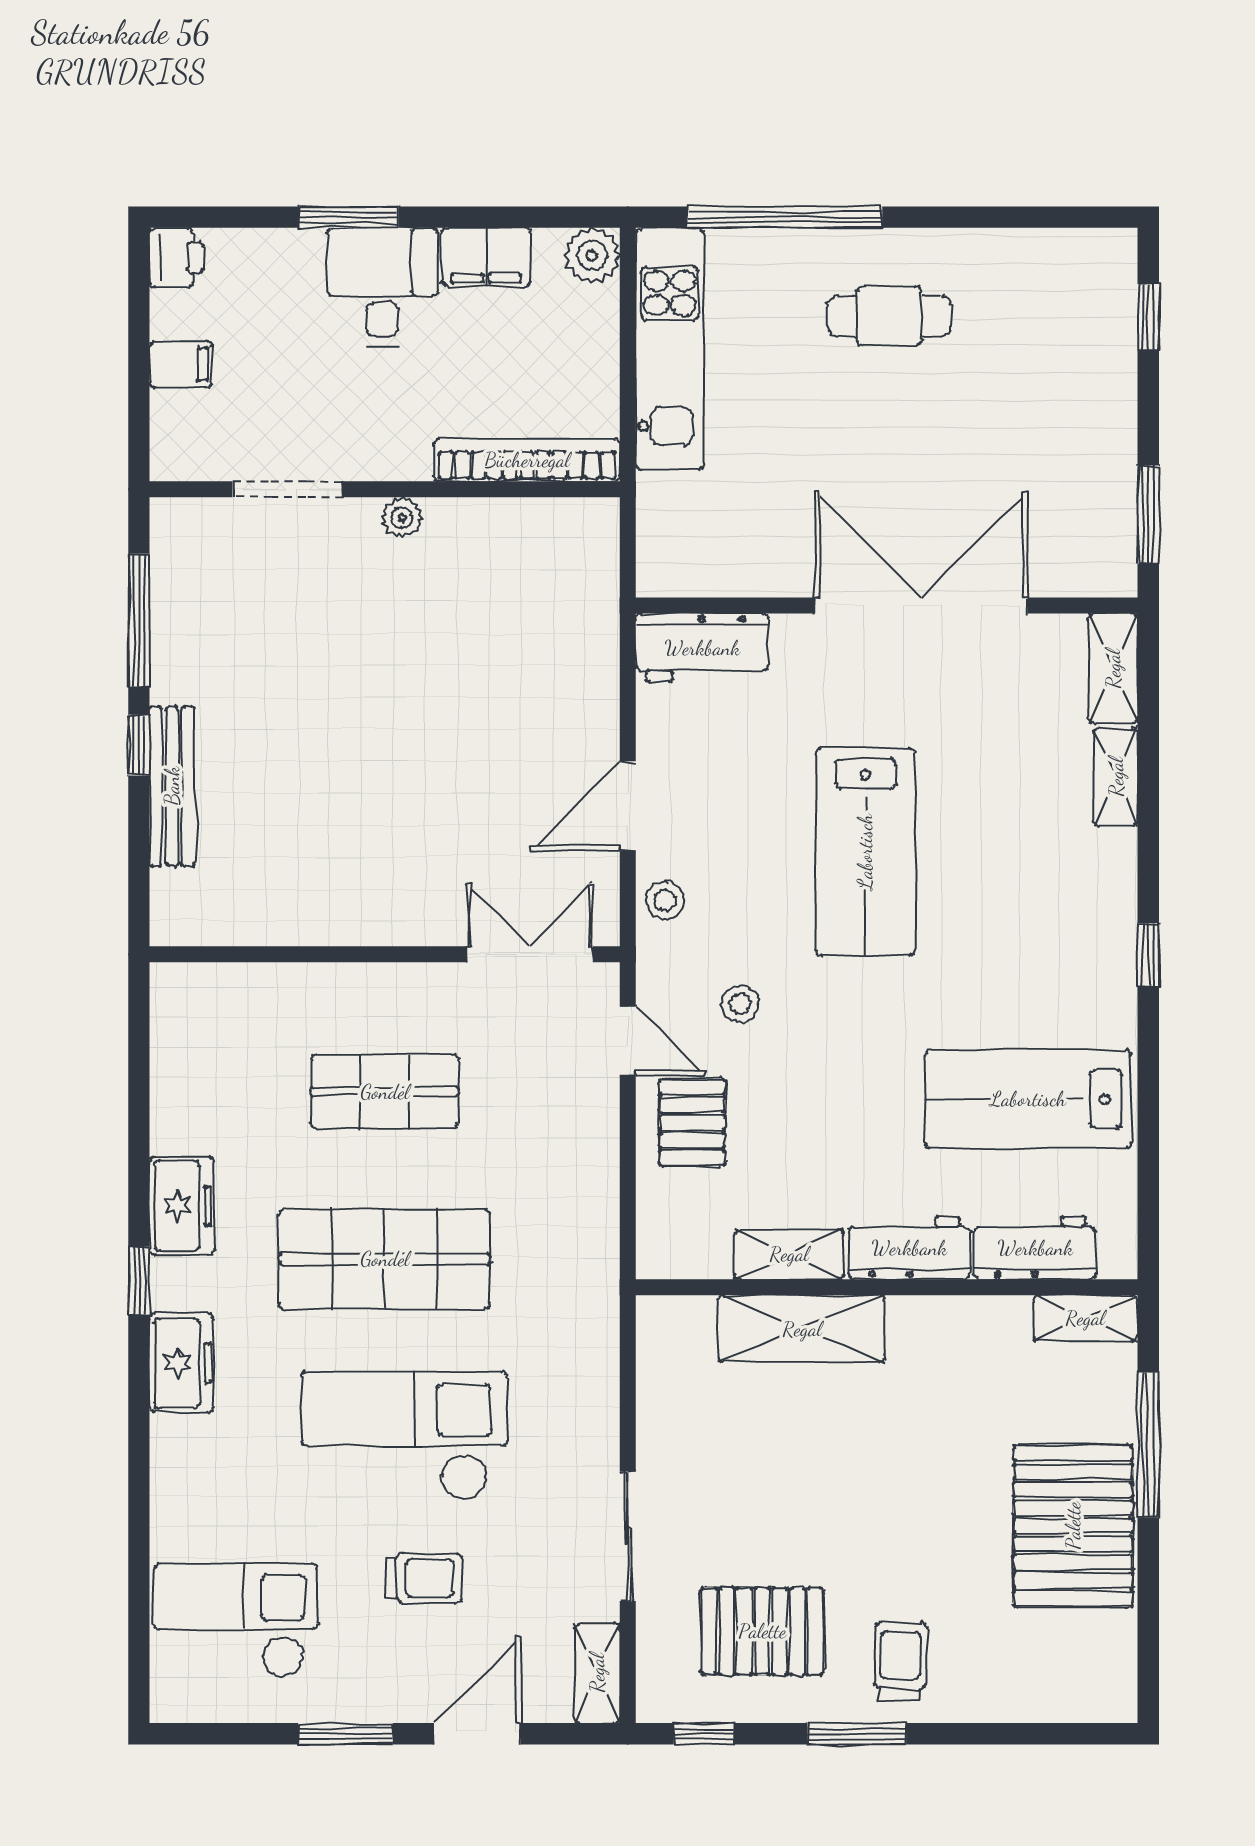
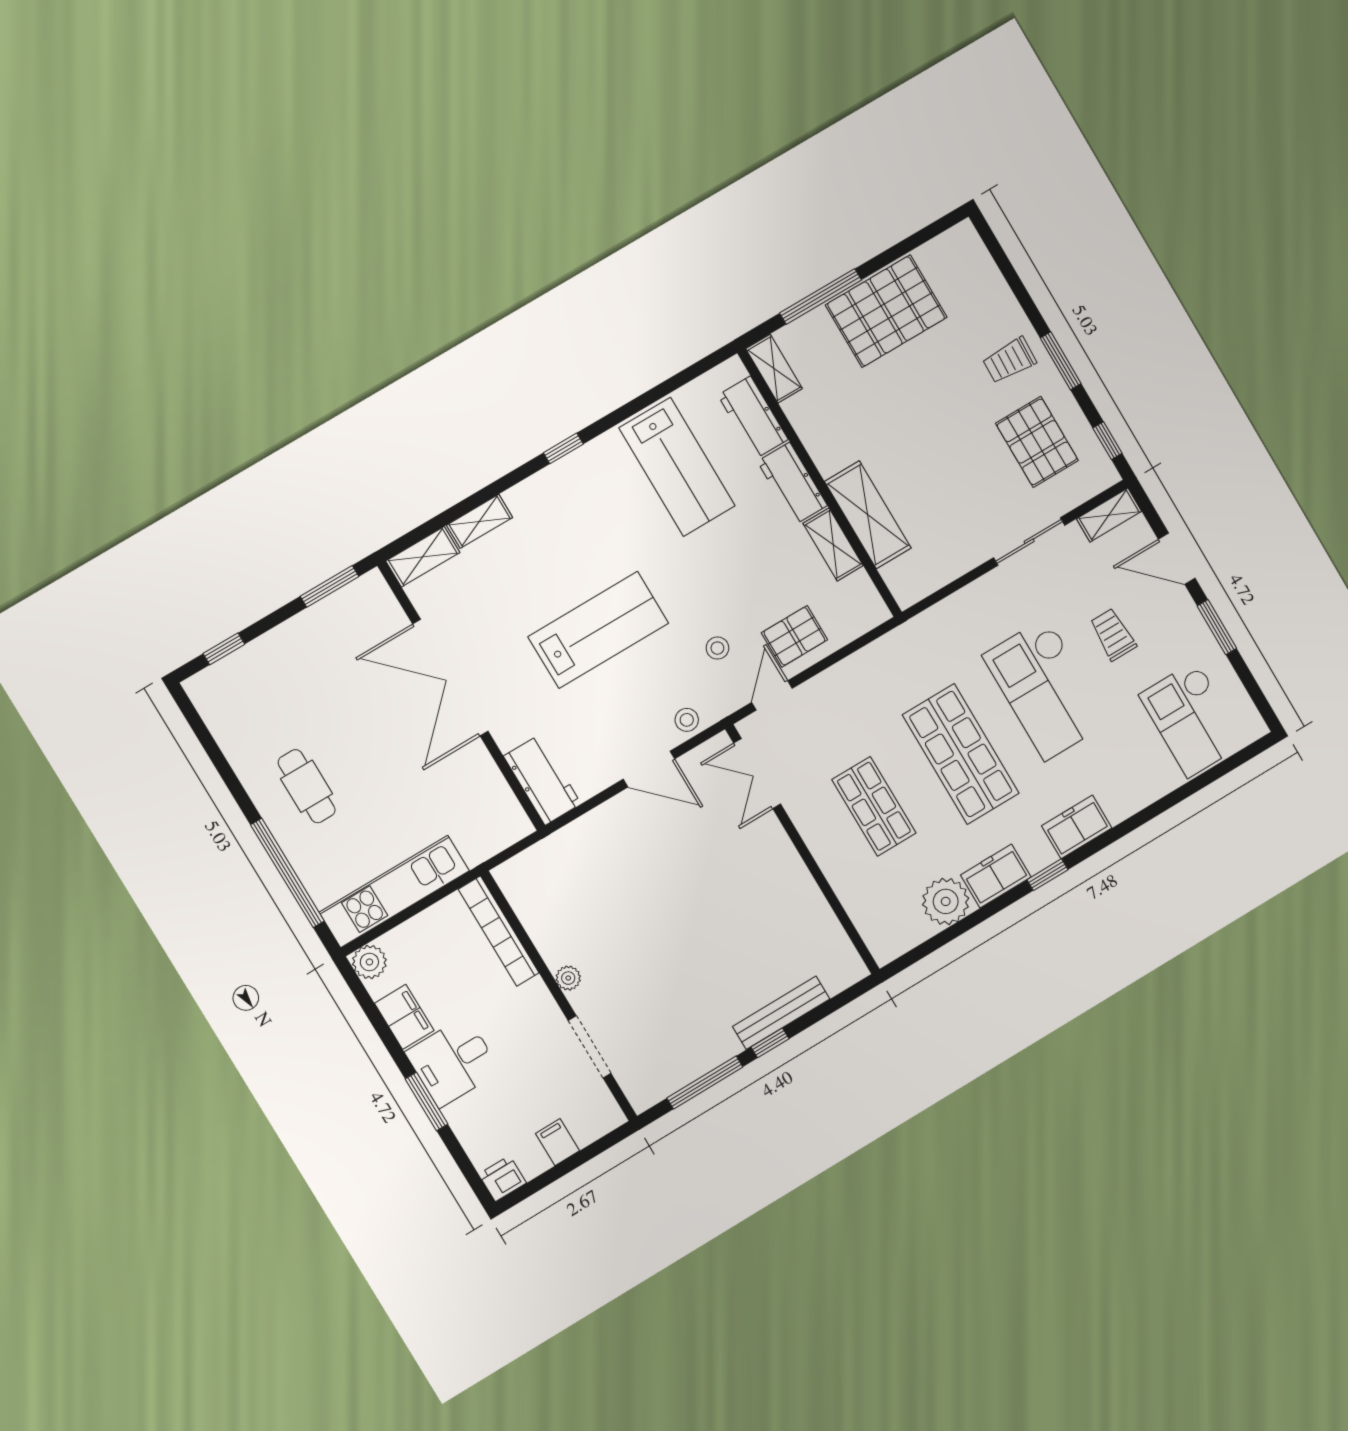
plant: (189, 1113) -> (946, 901), added

